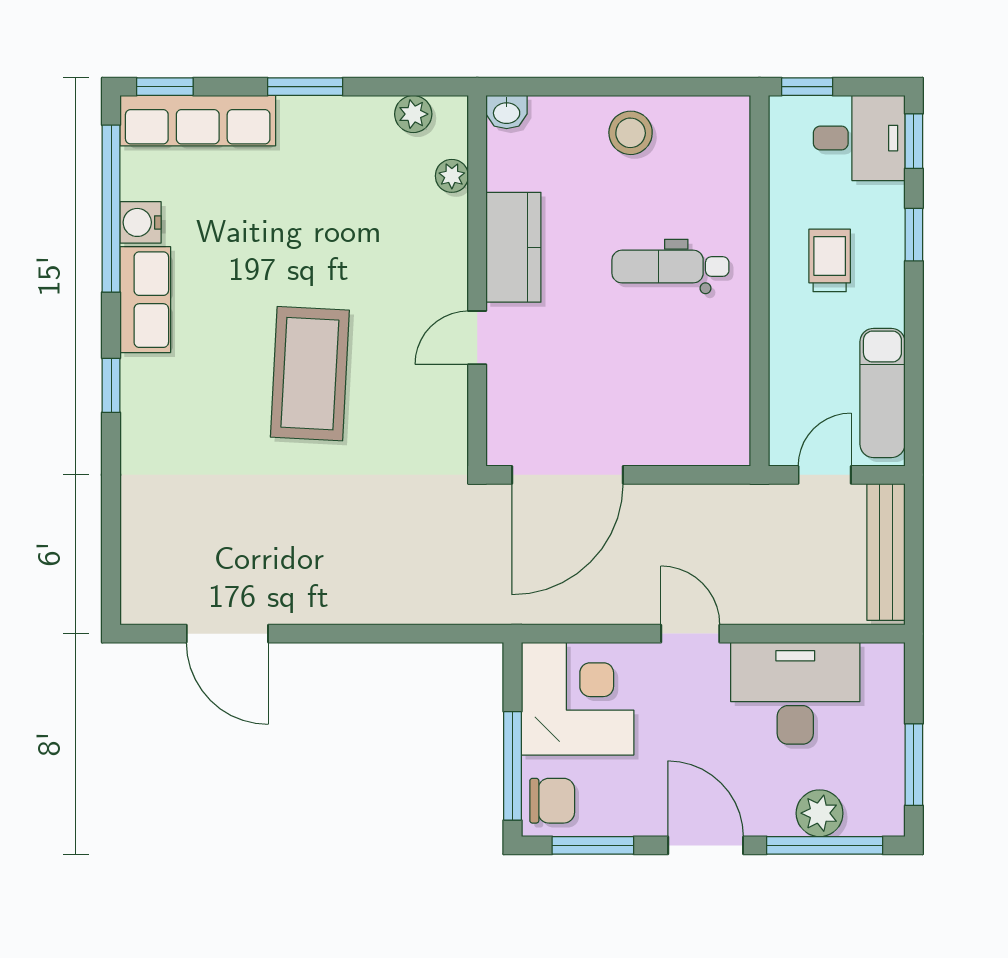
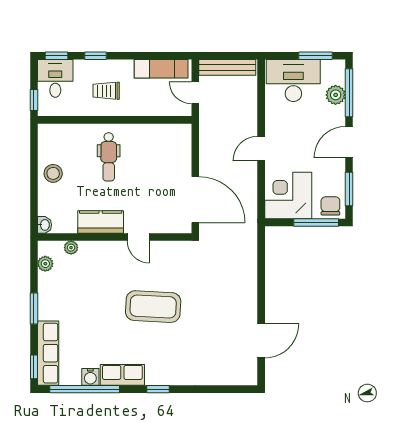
desk: (795, 693) -> (293, 81), moved, turned 90

